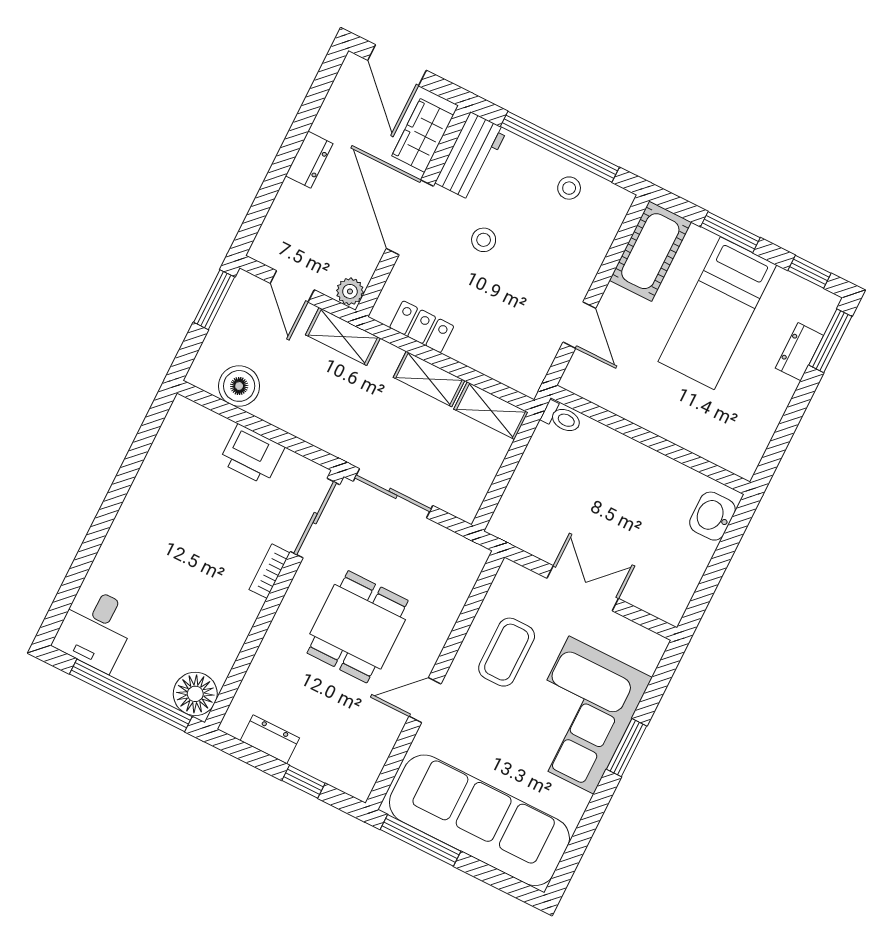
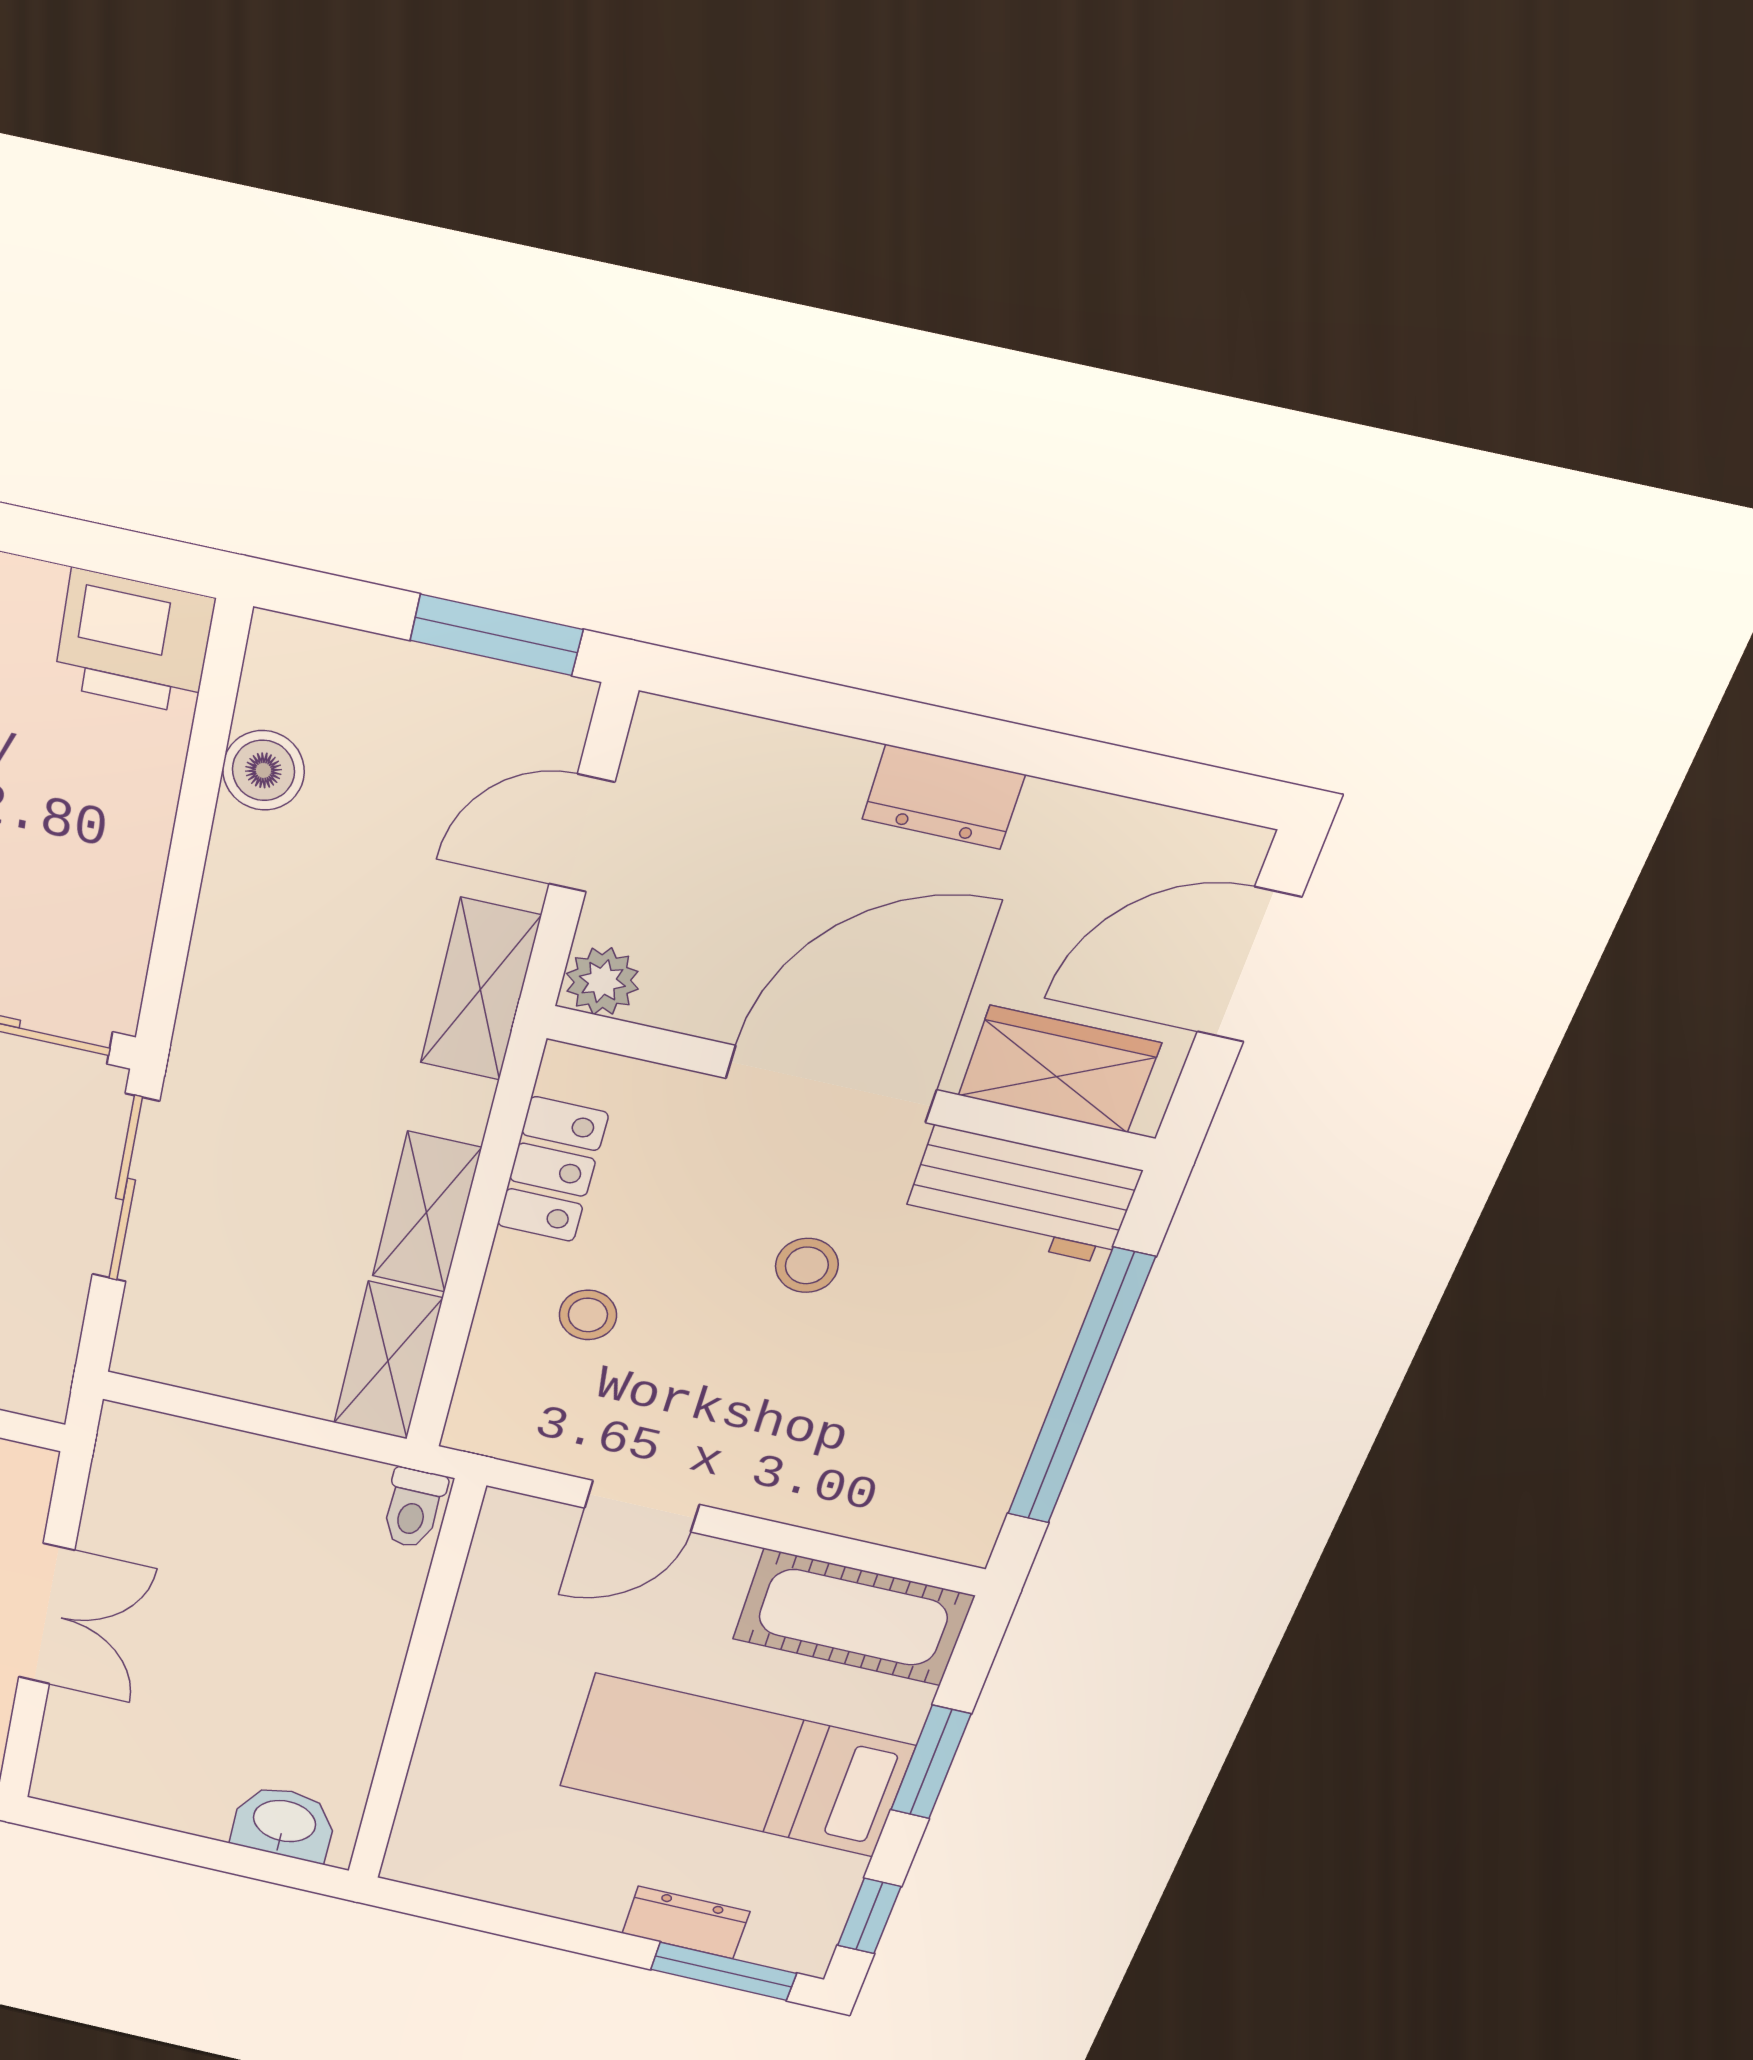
stool: (569, 188) -> (588, 1315), moved
boiler: (239, 386) -> (263, 770), width x0.73, depth x0.73
printer: (252, 455) -> (134, 642), moved, turned -90

